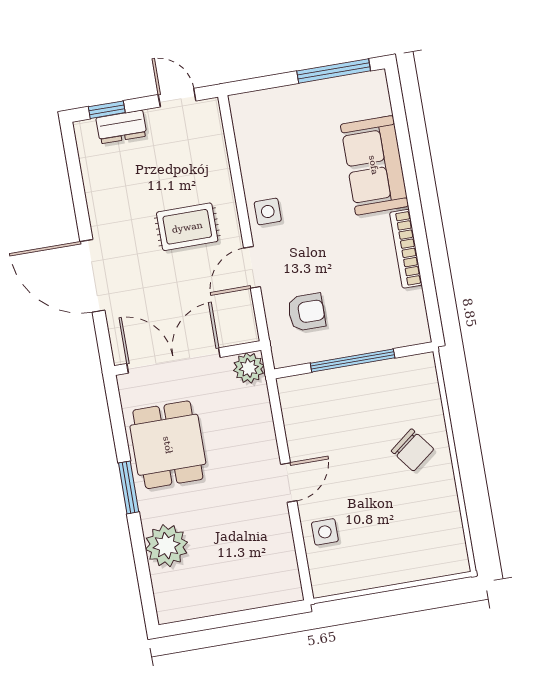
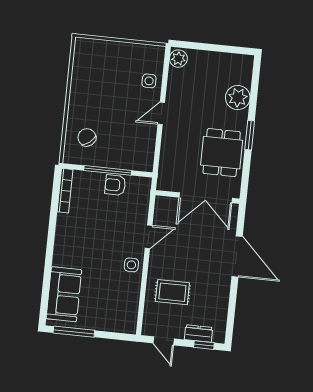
sofa: (374, 165) -> (64, 294), moved
rug: (187, 227) -> (172, 292), moved
bookcase: (406, 249) -> (65, 191), moved
armchair: (306, 312) -> (115, 185), moved
plant: (249, 368) -> (178, 59), moved
chair: (413, 450) -> (87, 137), moved

